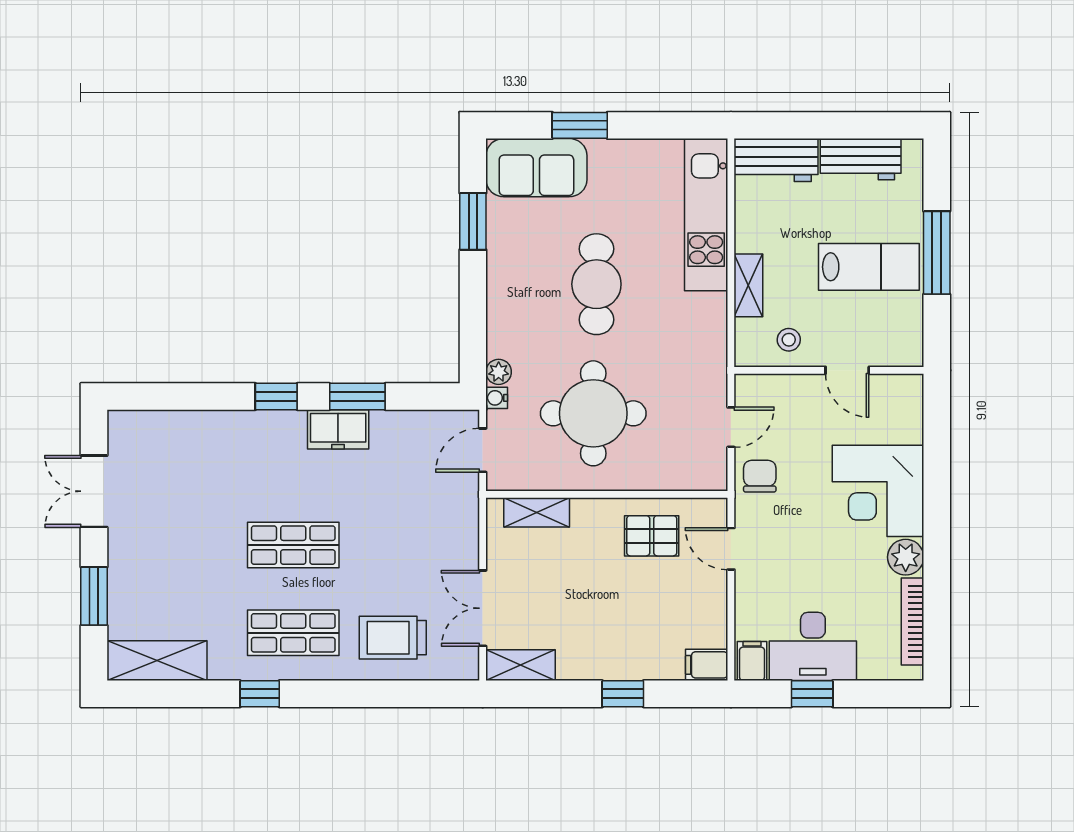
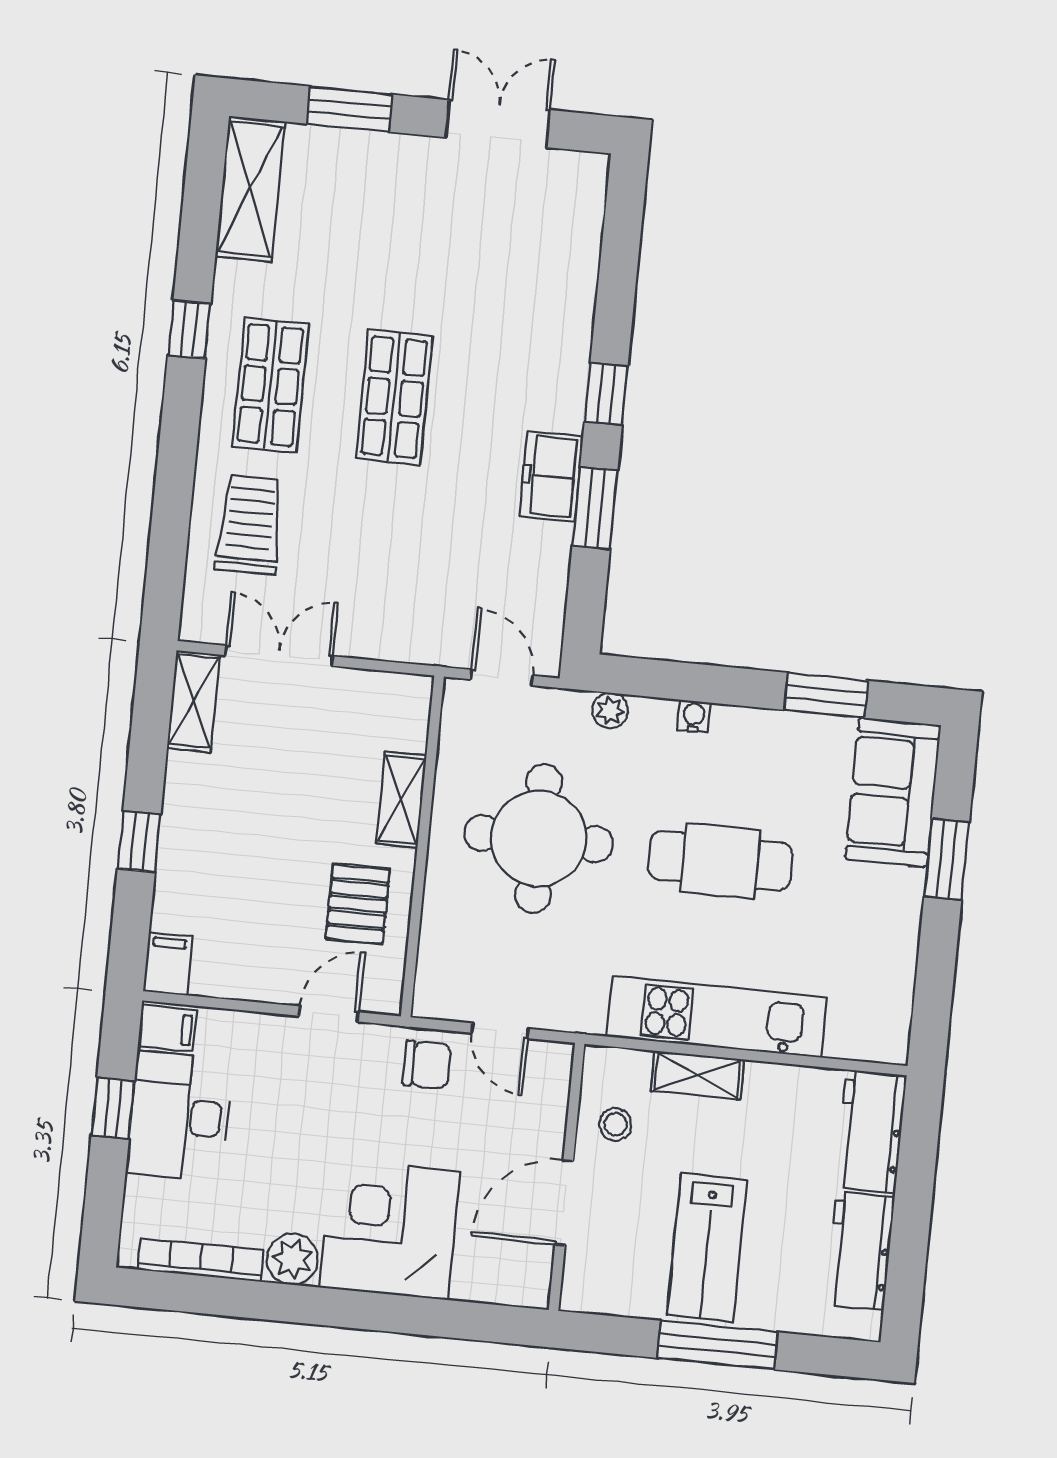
kitchen unit: (706, 215) -> (716, 1017), moved
door: (847, 370) -> (564, 1203), width x1.38
water cooler: (497, 398) -> (694, 716), moved
shelving: (537, 512) -> (401, 800), moved

